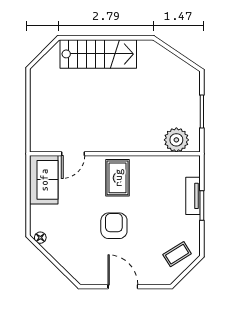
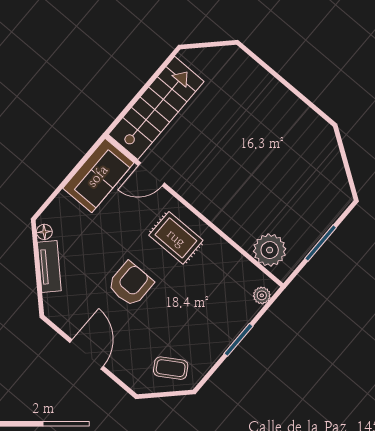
stairs: (98, 54) -> (156, 108), moved, turned -90
plant: (194, 169) -> (262, 295), added
rug: (118, 178) -> (176, 238), turned 90
tv unit: (193, 196) -> (49, 266), moved, turned 135

